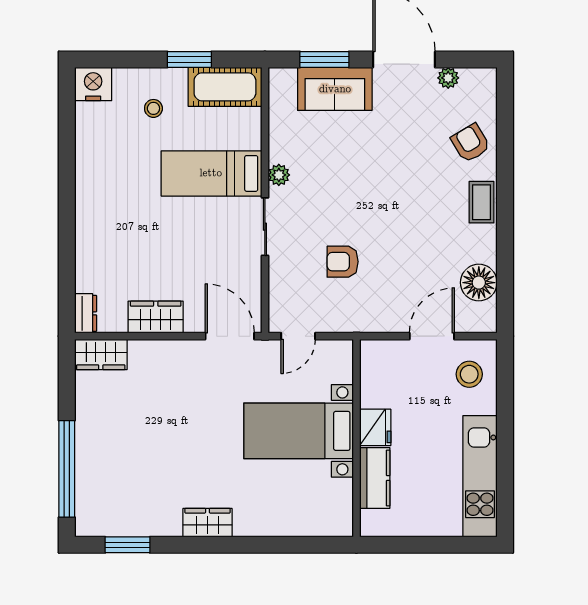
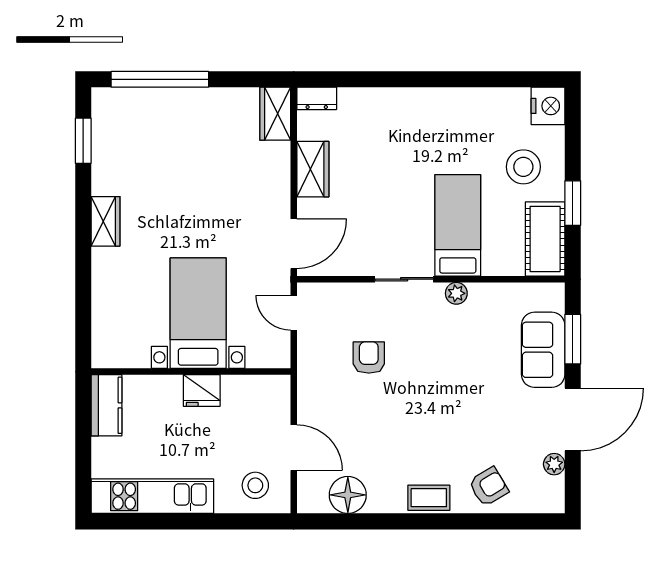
stool: (153, 108) -> (523, 167), width x1.89, depth x1.89
kitchen counter: (375, 478) -> (106, 405), moved, turned -90

